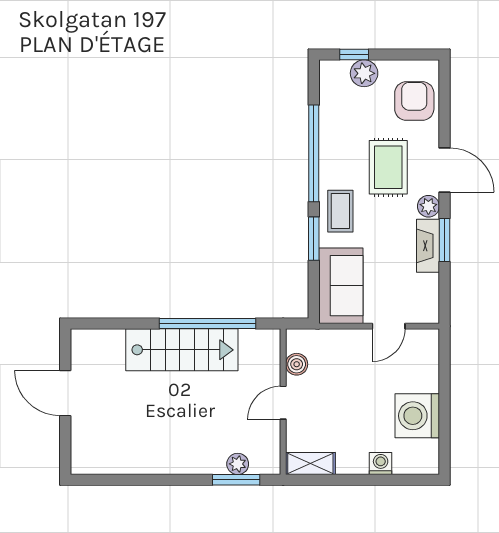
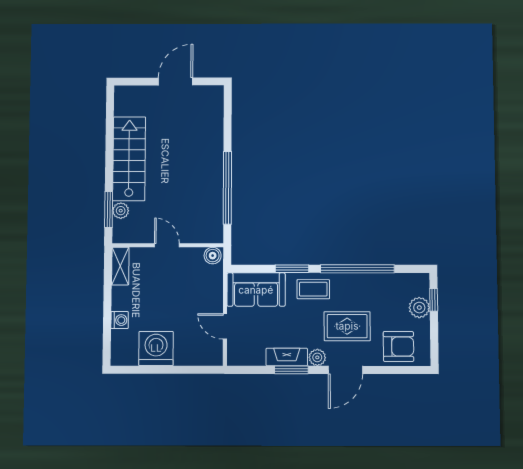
stairs: (182, 350) -> (129, 159), moved, turned 180
boiler: (297, 364) -> (213, 256), moved

